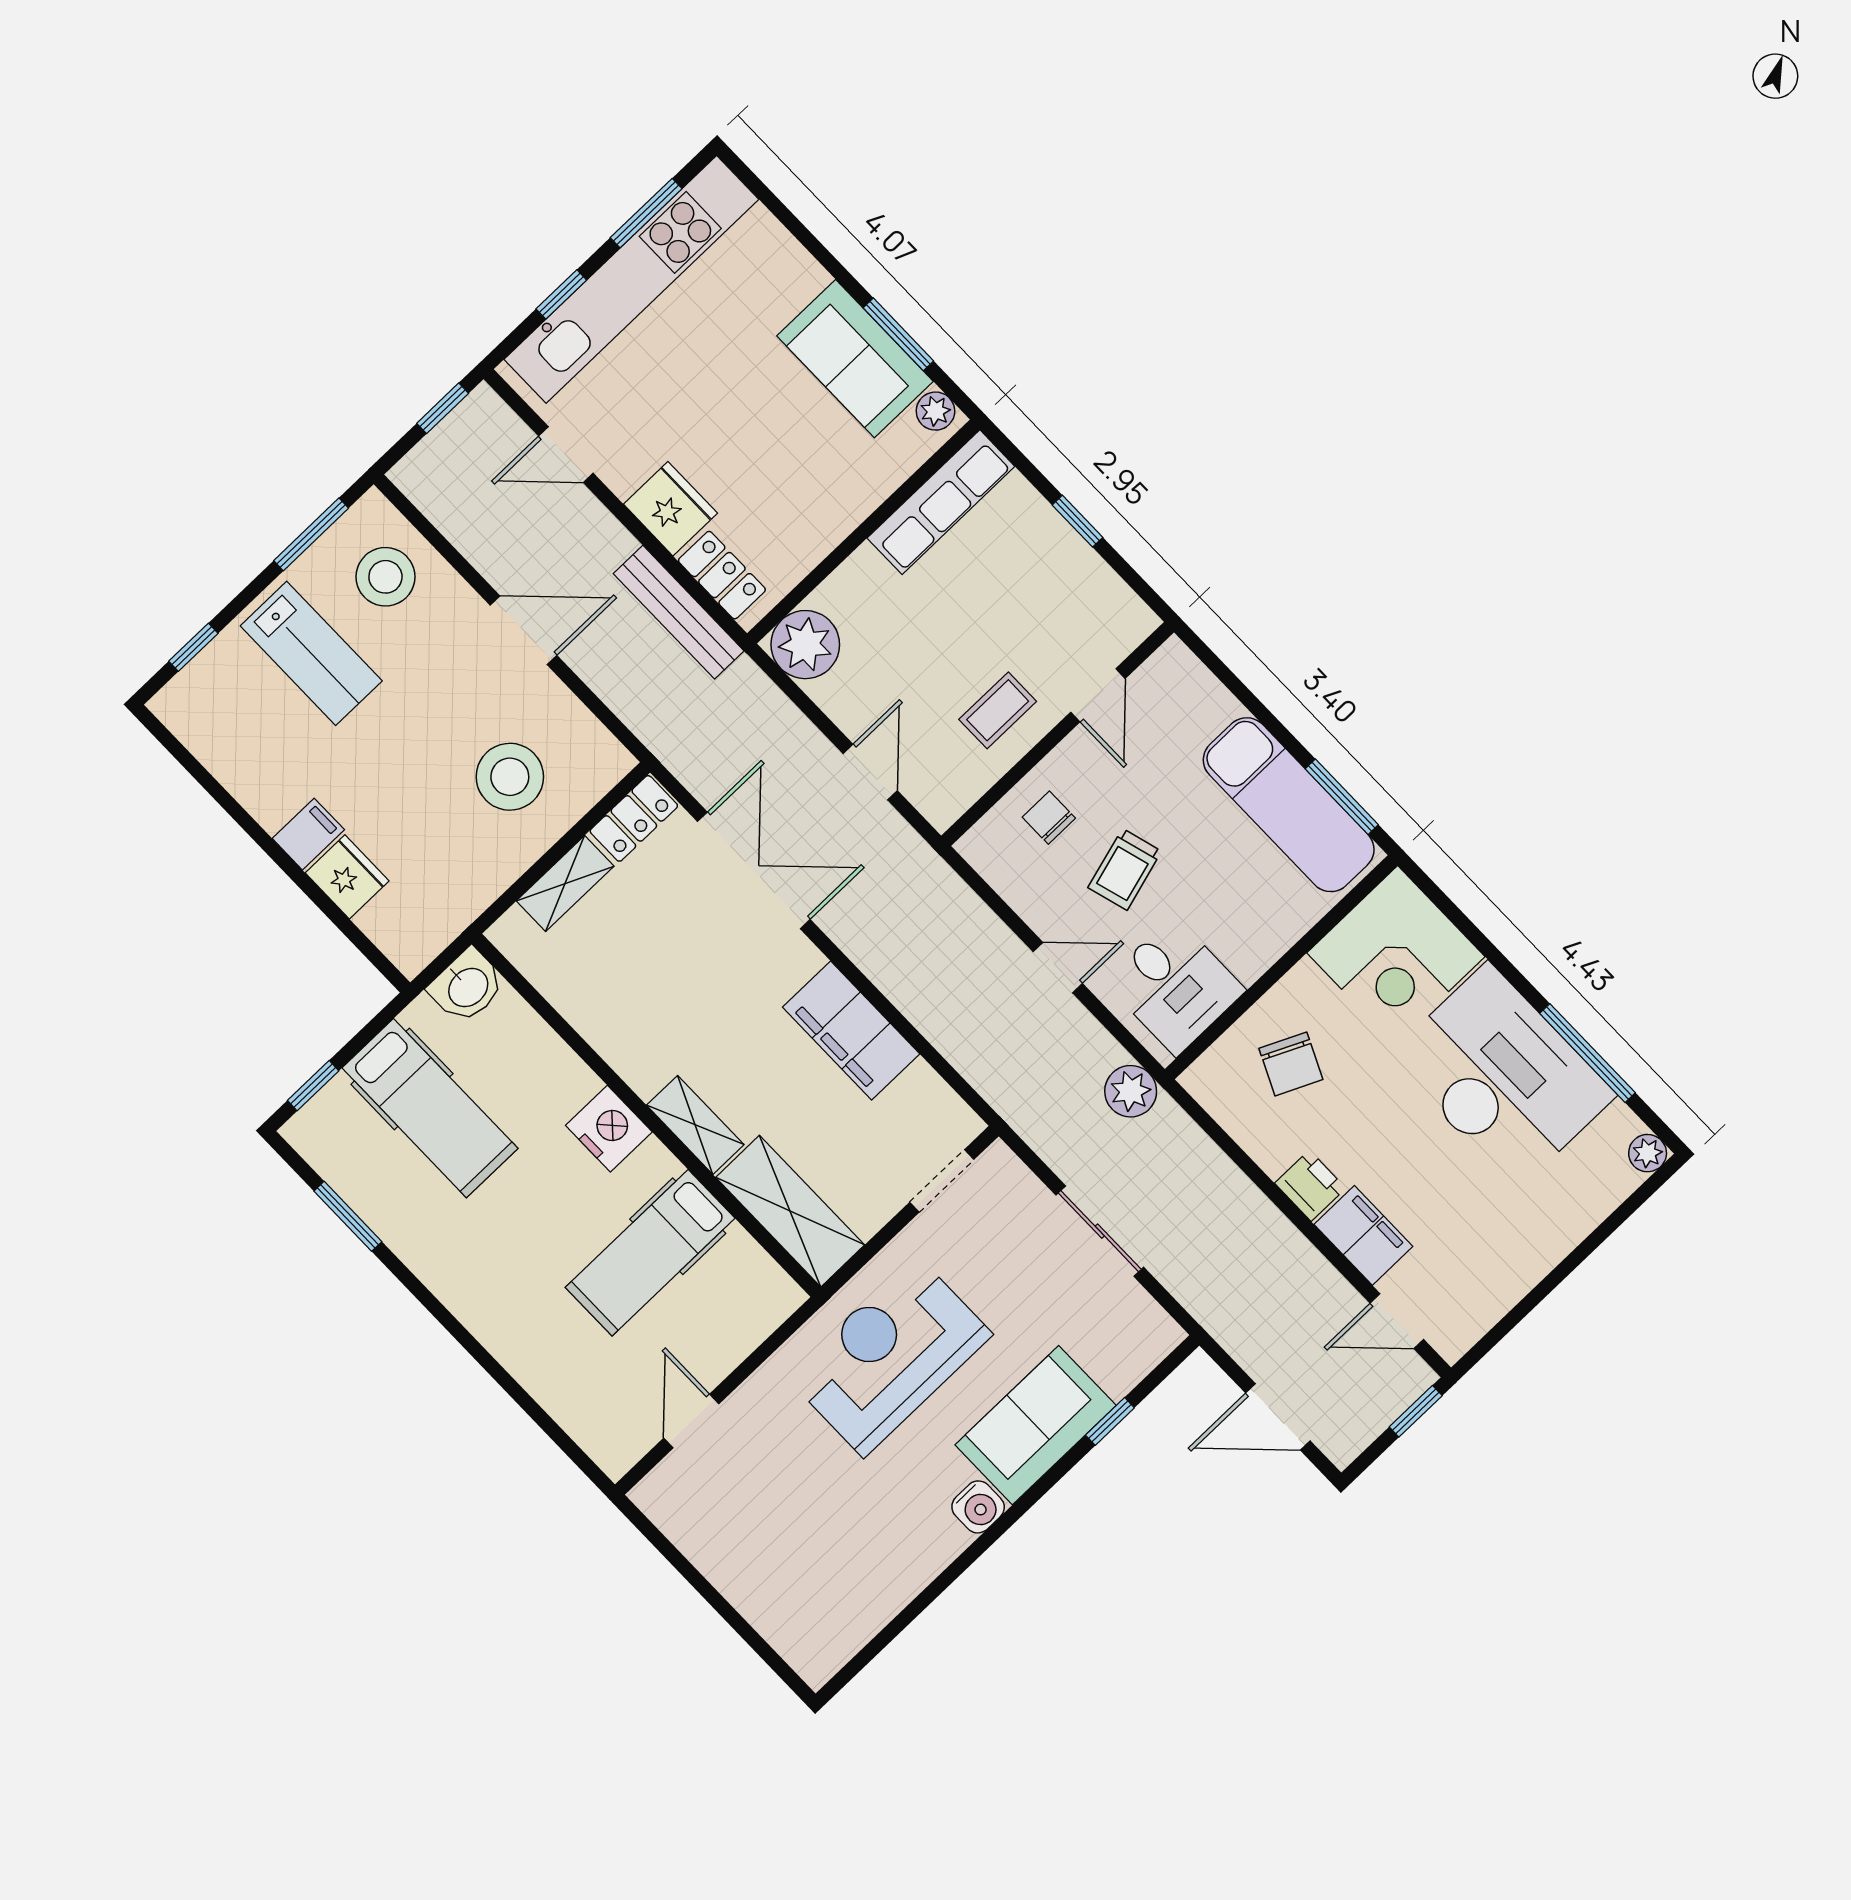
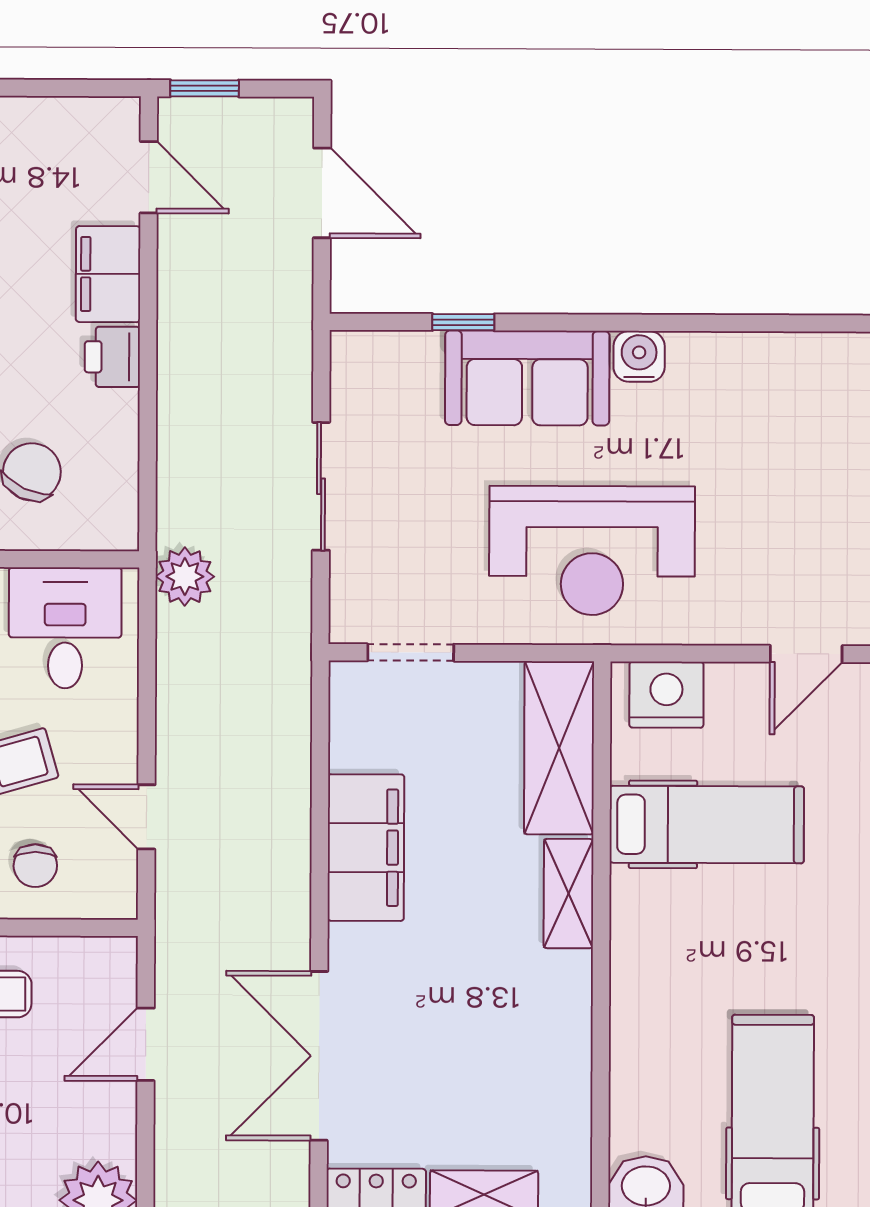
door: (1058, 968) -> (146, 817), moved
nightstand: (609, 1129) -> (666, 695), moved, turned 90

